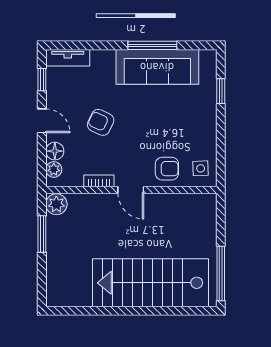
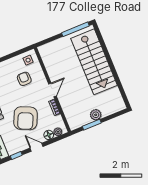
door: (42, 121) -> (36, 147), hinge flipped
armchair: (101, 122) -> (26, 118), width x1.88, depth x1.88
armchair: (167, 169) -> (24, 79), moved
plant: (56, 204) -> (96, 115), moved

